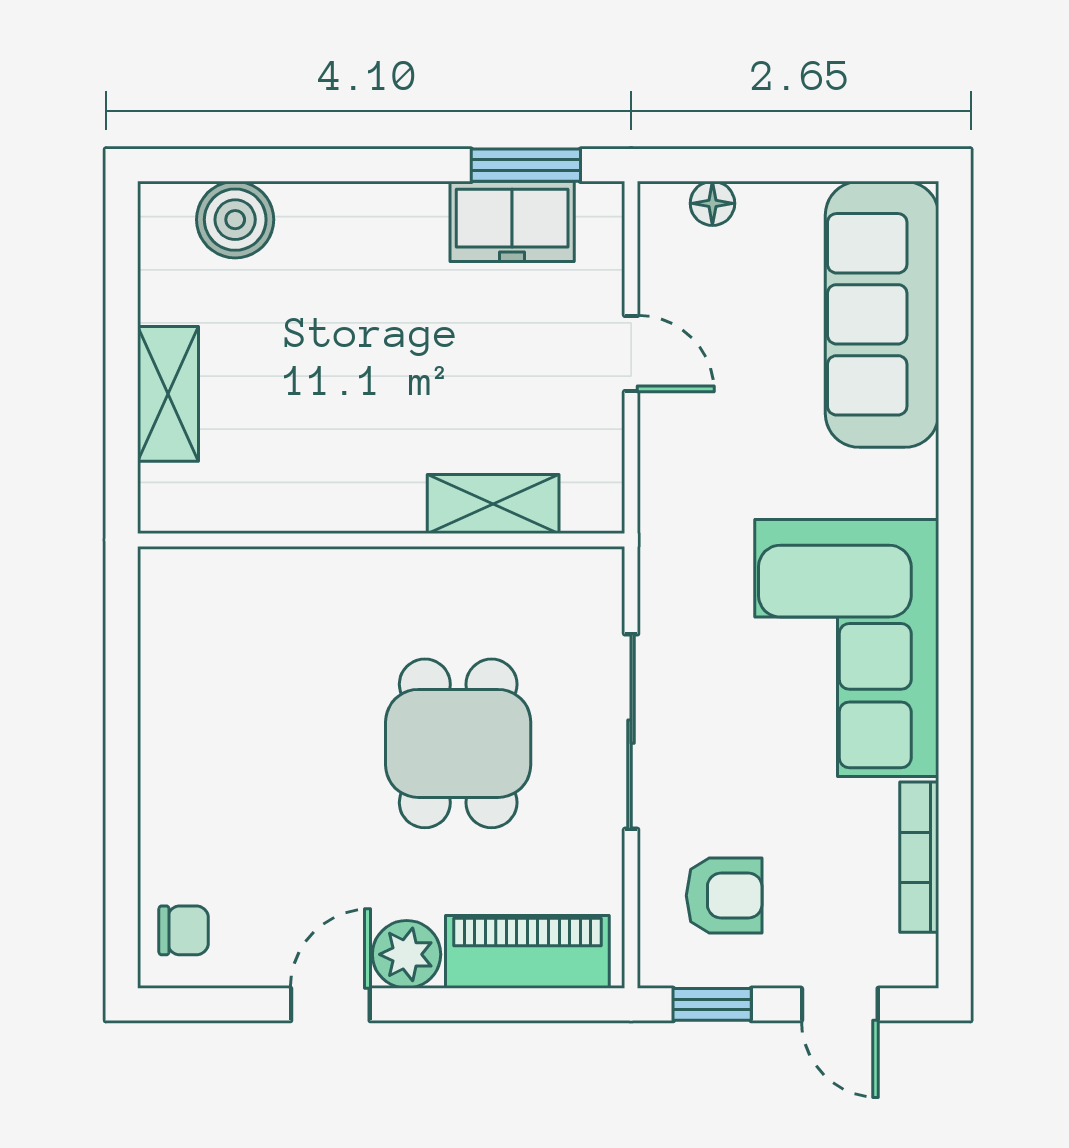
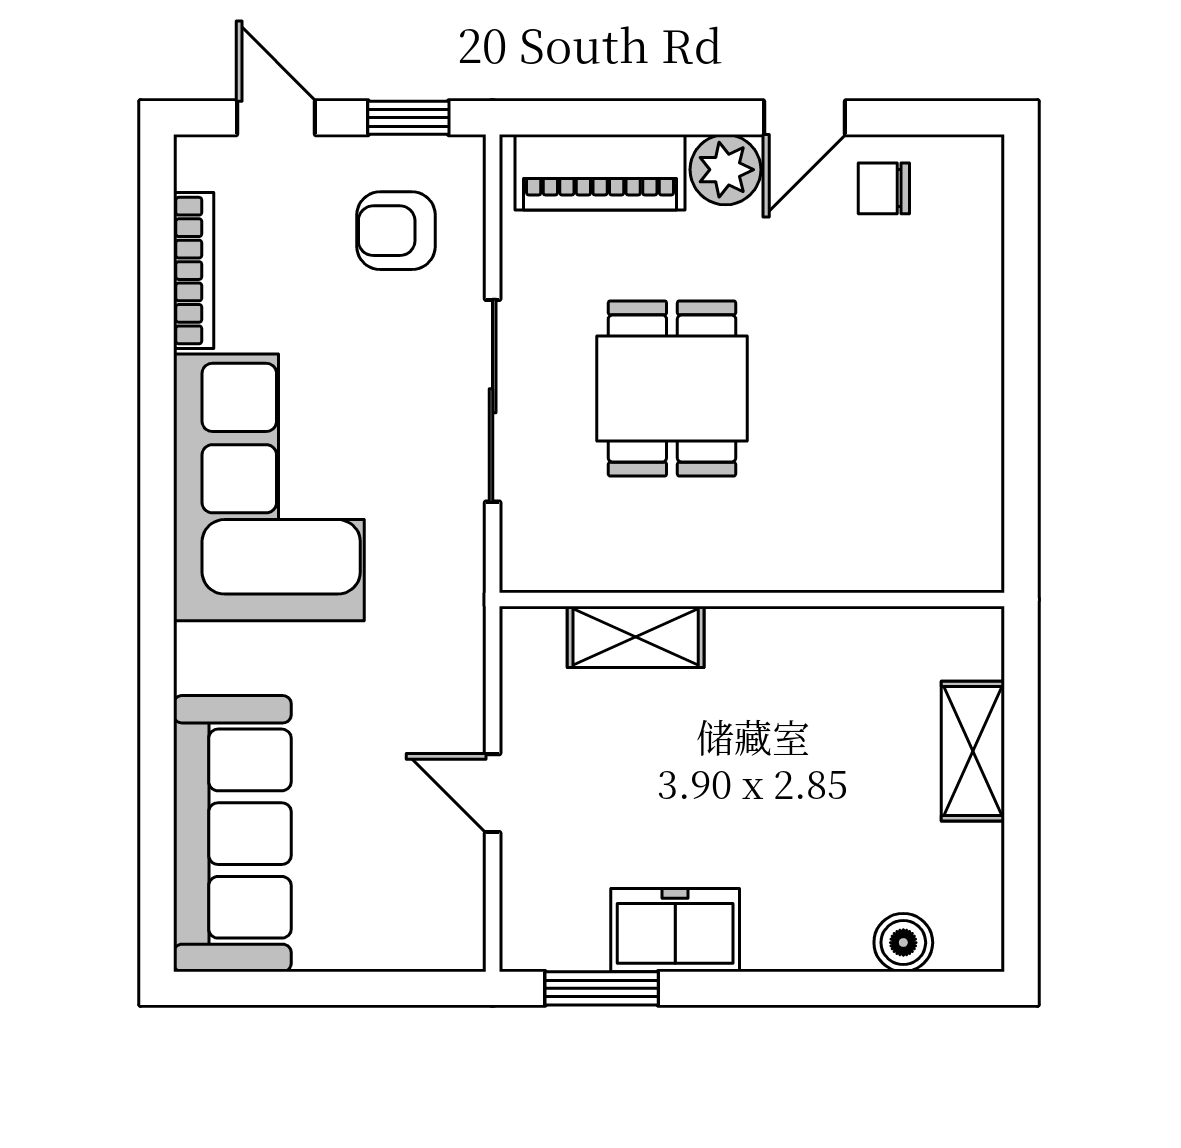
floor lamp: (712, 203) -> (408, 949), removed
boiler: (235, 220) -> (903, 943), width x0.73, depth x0.73
freezer: (512, 221) -> (675, 930), moved
chair: (184, 930) -> (884, 188), moved

